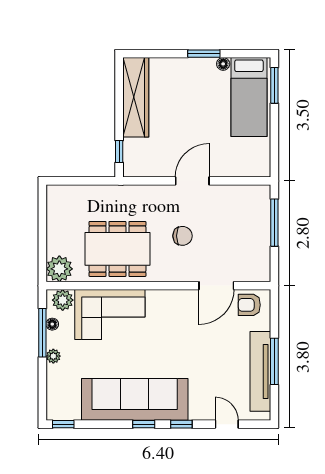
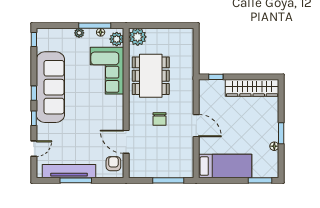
bed: (249, 97) -> (225, 166), moved, turned 180

